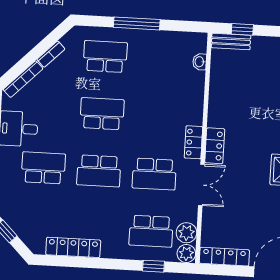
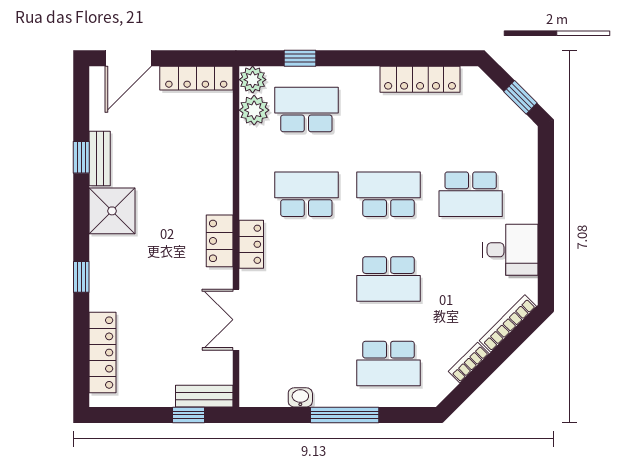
washbasin: (200, 62) -> (300, 397), moved, turned -90
double door: (201, 185) -> (236, 320), moved

